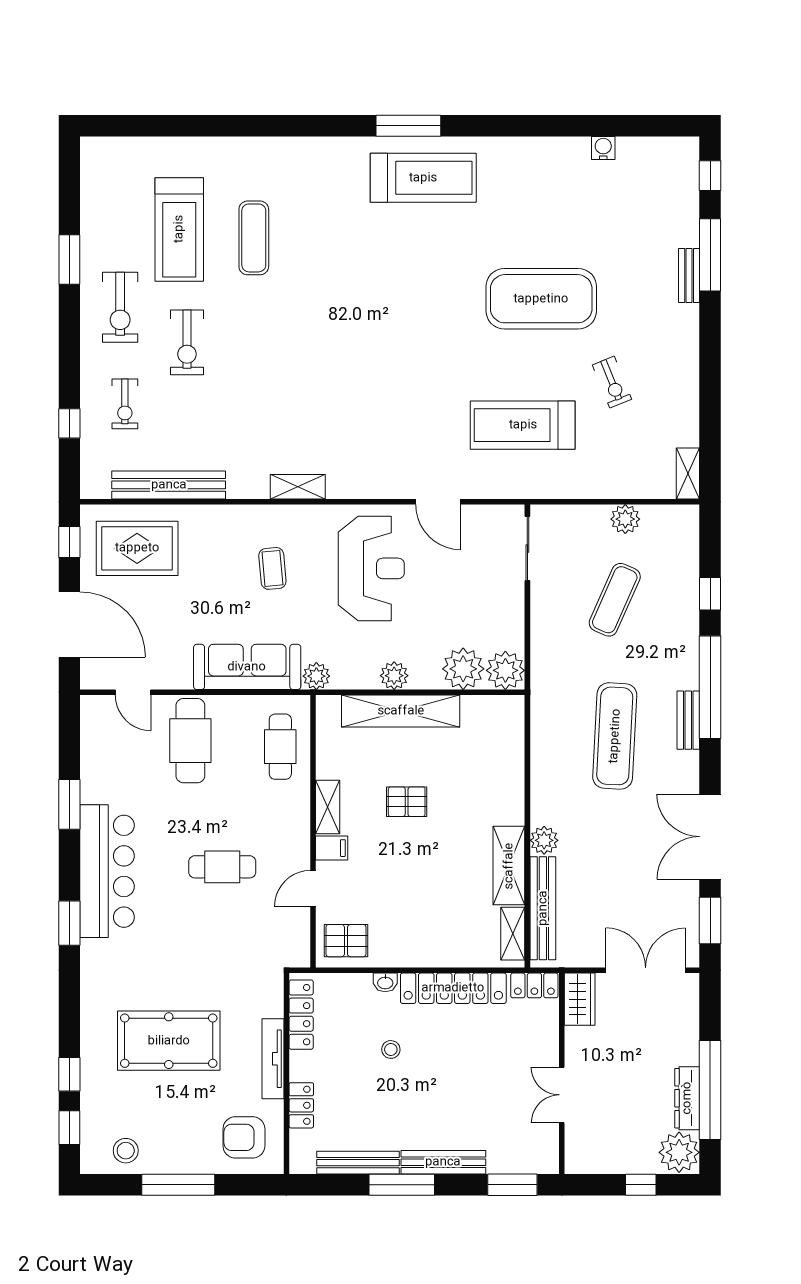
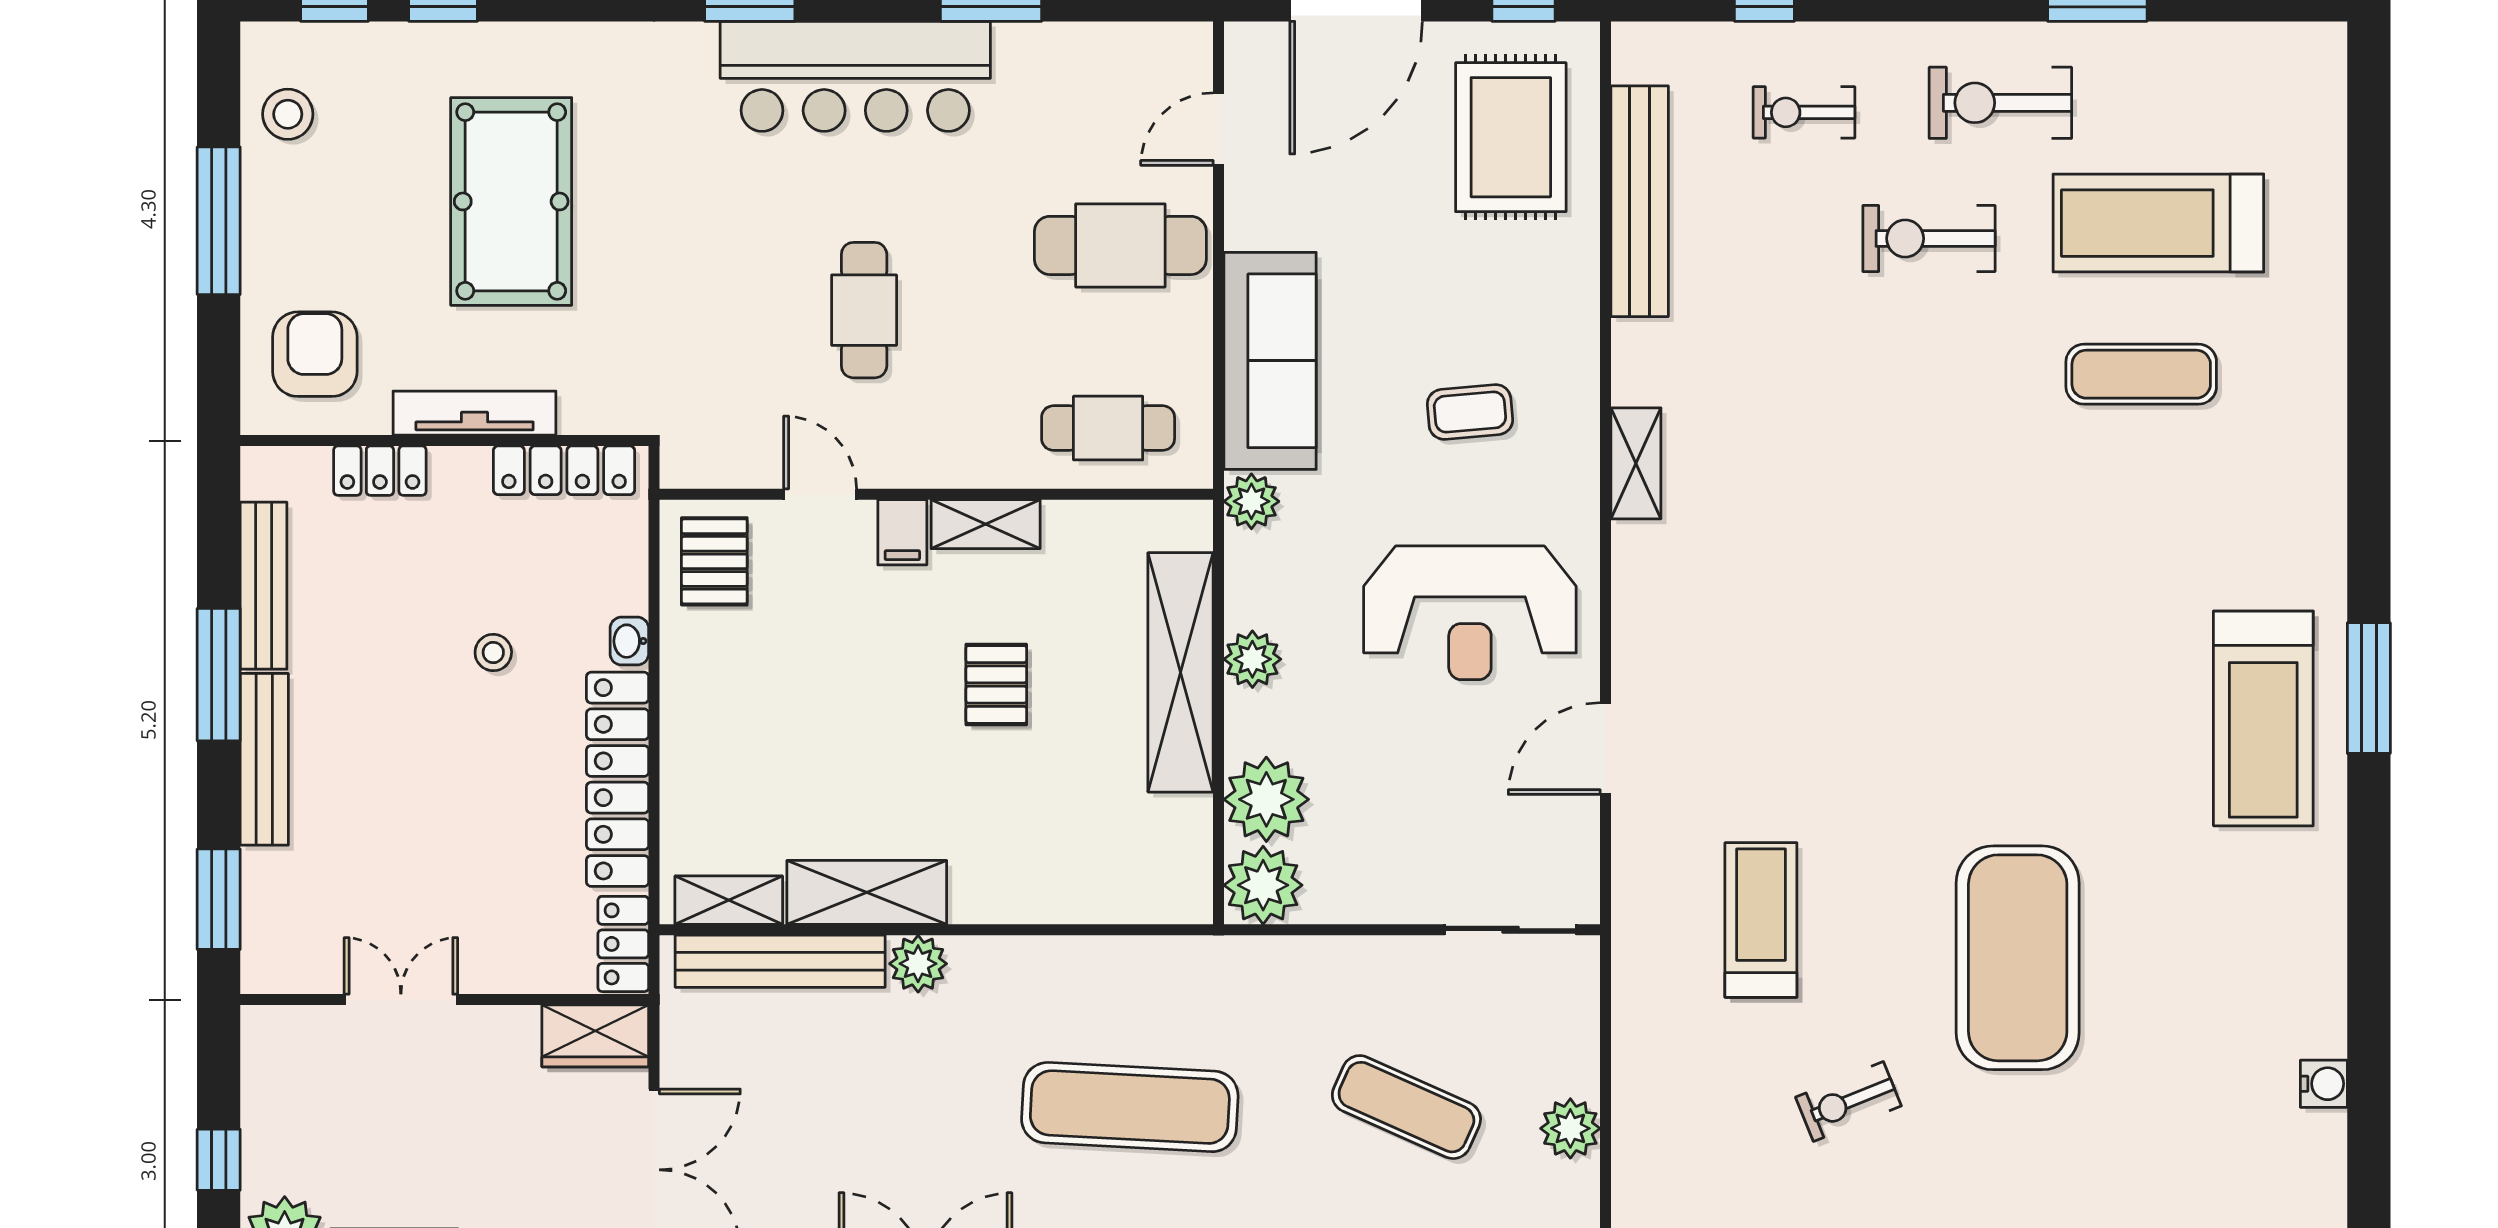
treadmill: (523, 425) -> (1761, 920), width x0.73, depth x0.73

